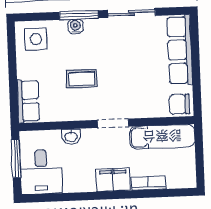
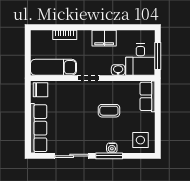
desk: (41, 172) -> (140, 60), moved, turned 180
filing cabinet: (113, 180) -> (104, 38), moved

